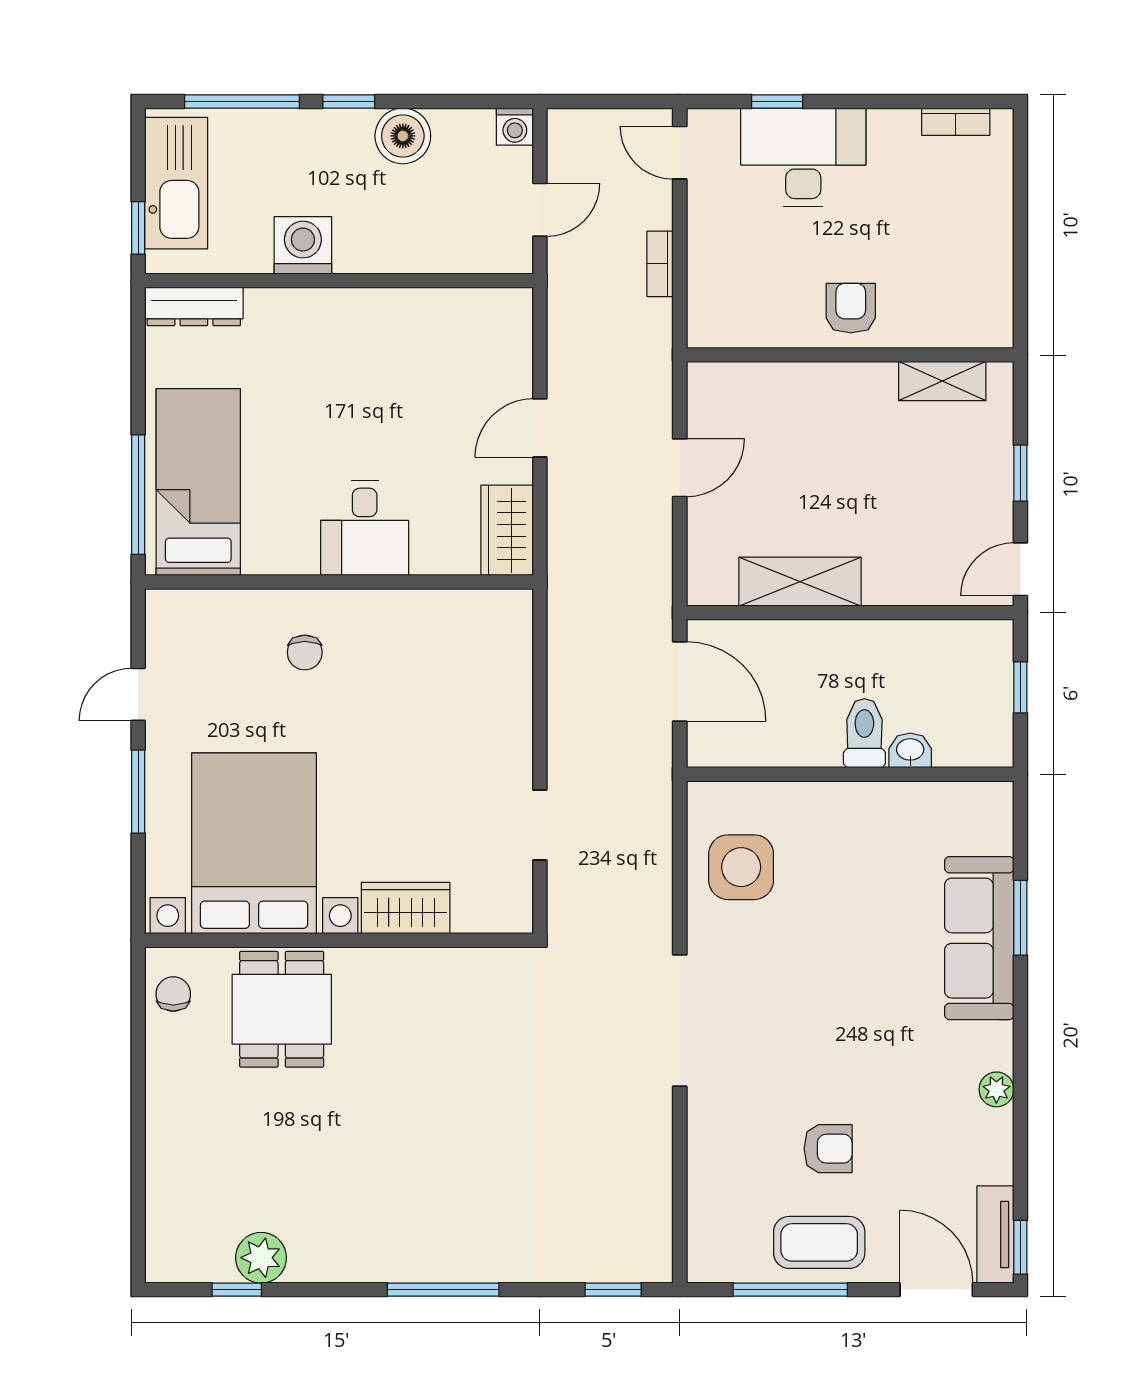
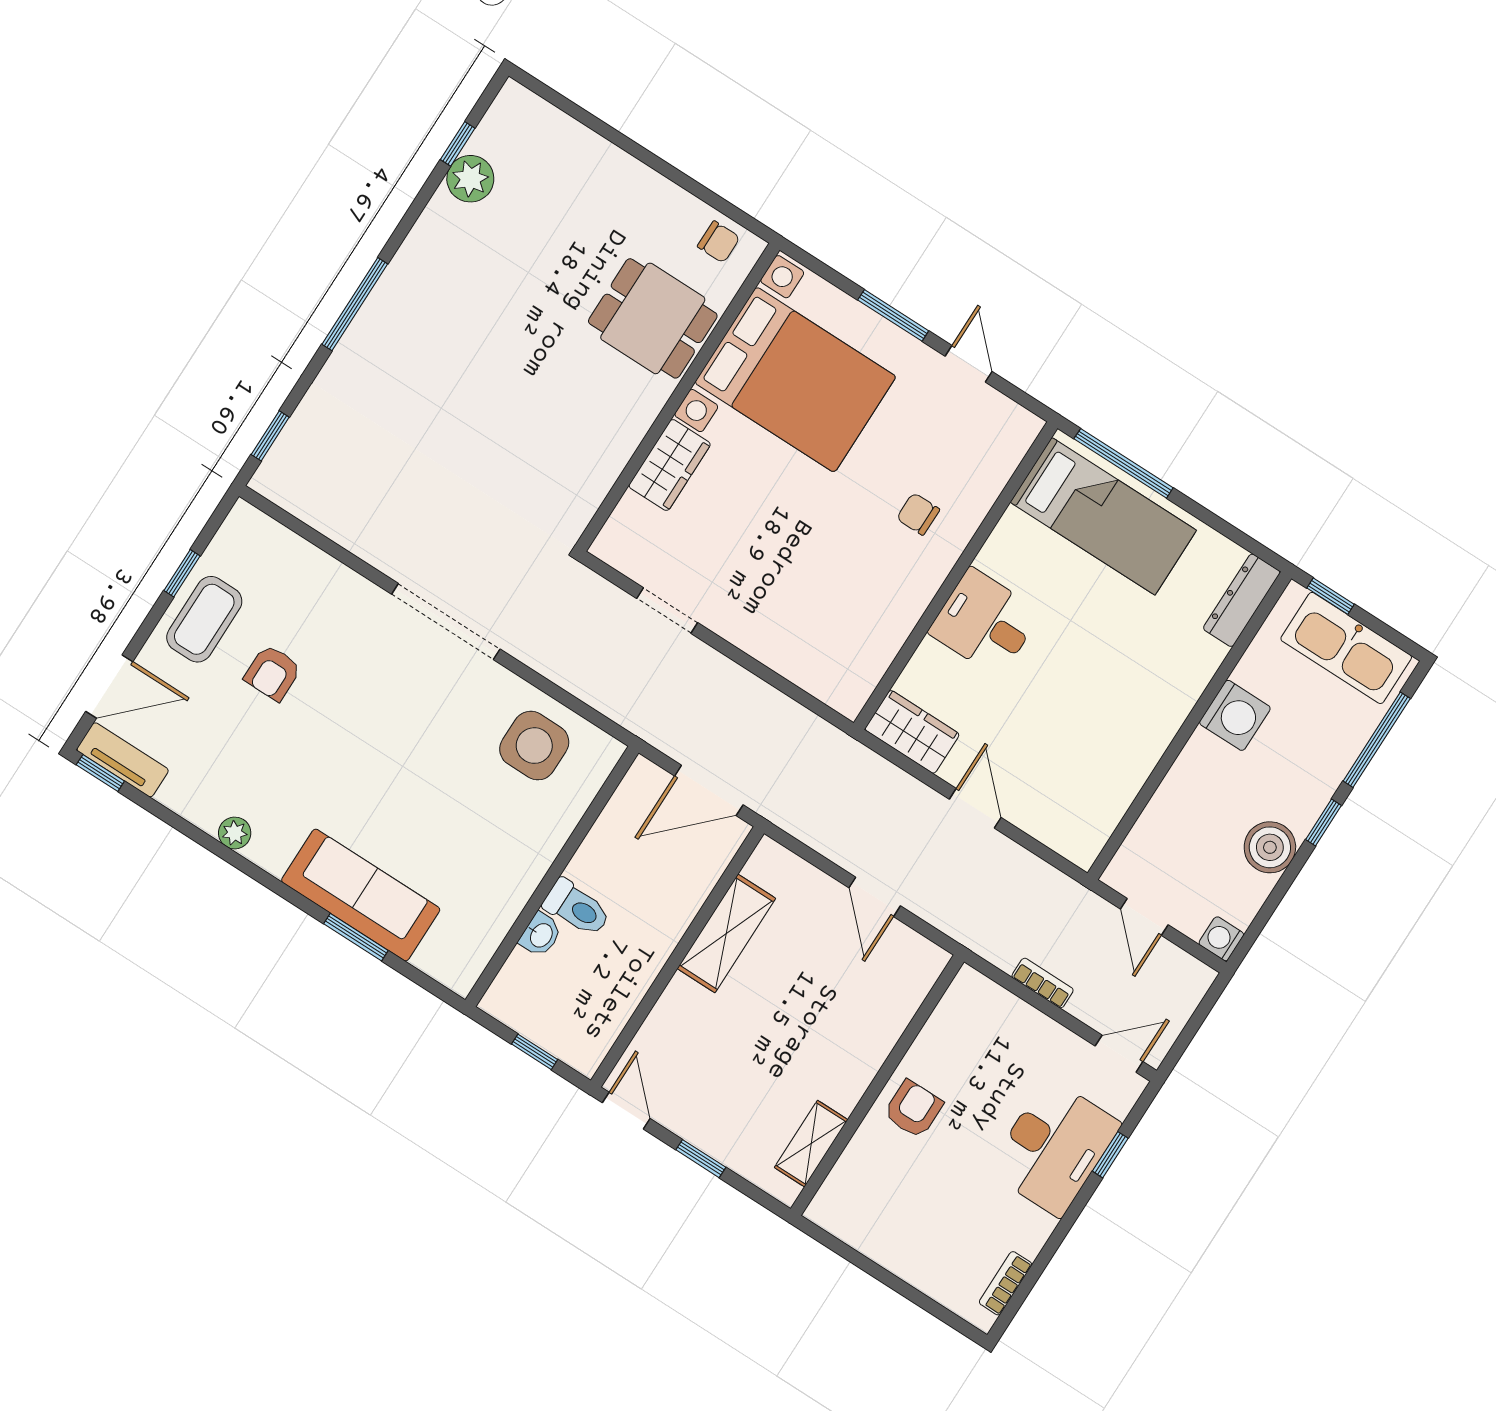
armchair: (851, 308) -> (913, 1109), turned -90
window: (790, 1290) -> (182, 573), width x0.46

